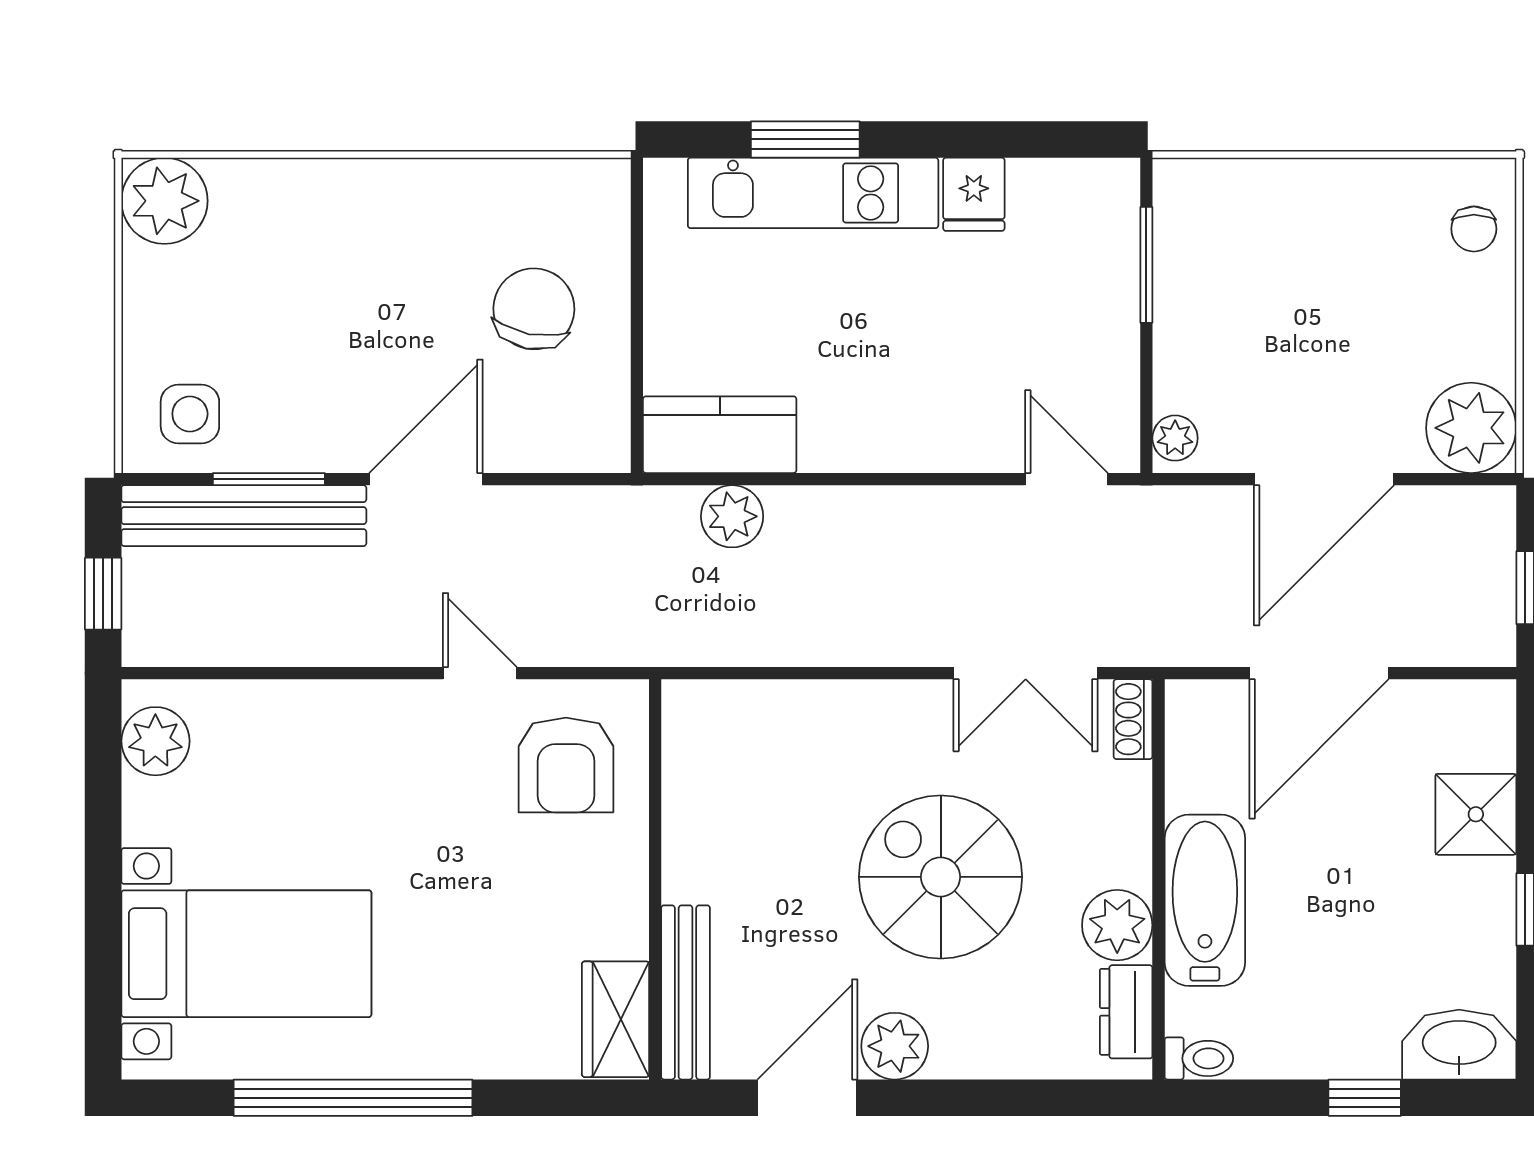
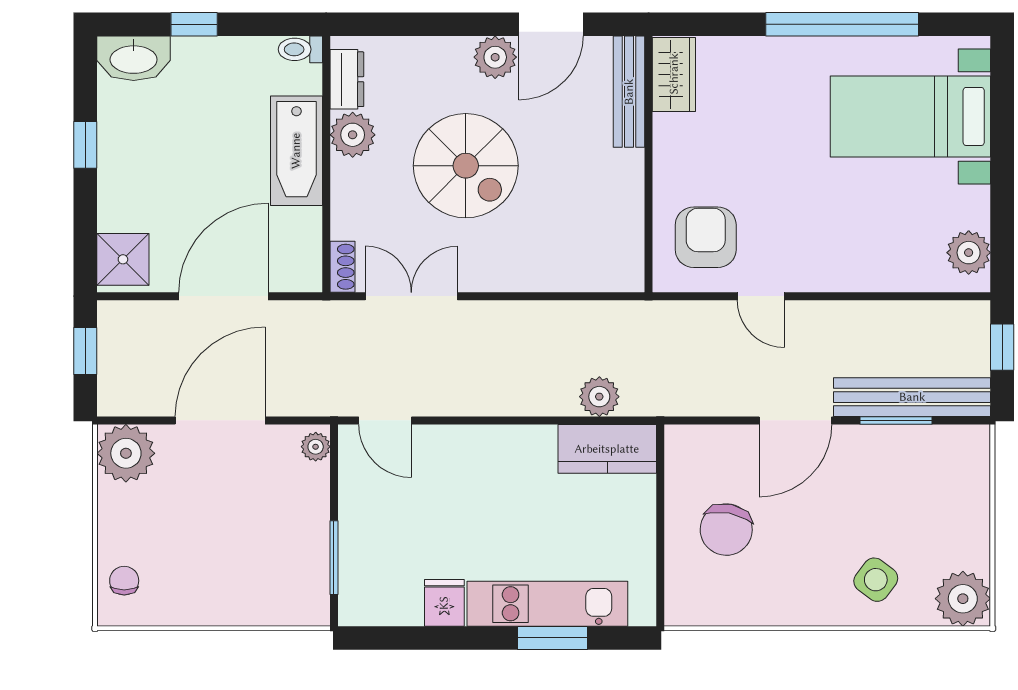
side table: (190, 414) -> (876, 580), moved, turned 37
shower: (1476, 814) -> (123, 259), moved

